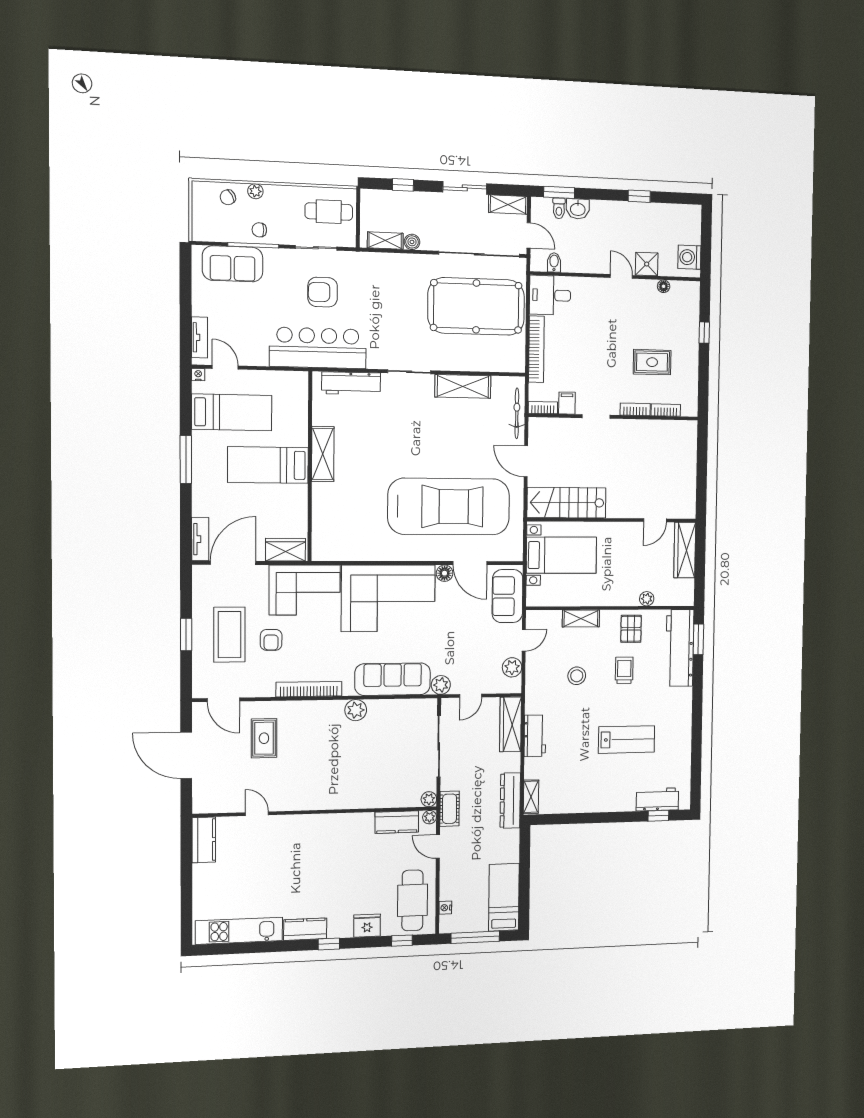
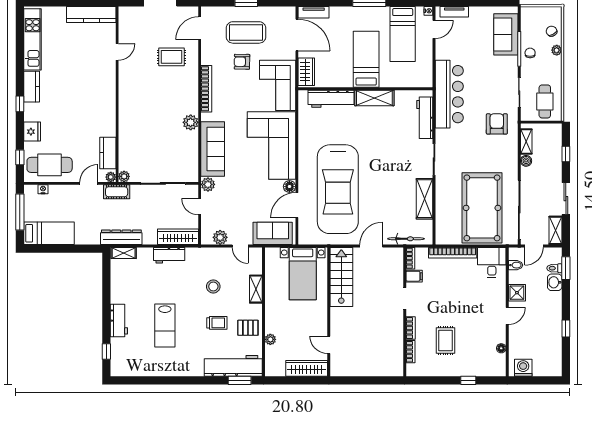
shower: (647, 264) -> (517, 293), moved
armchair: (323, 292) -> (497, 124), moved
workbench: (324, 515) -> (331, 99), added
workbench: (657, 799) -> (119, 320), moved
kitchen counter: (204, 840) -> (91, 14), width x1.50

